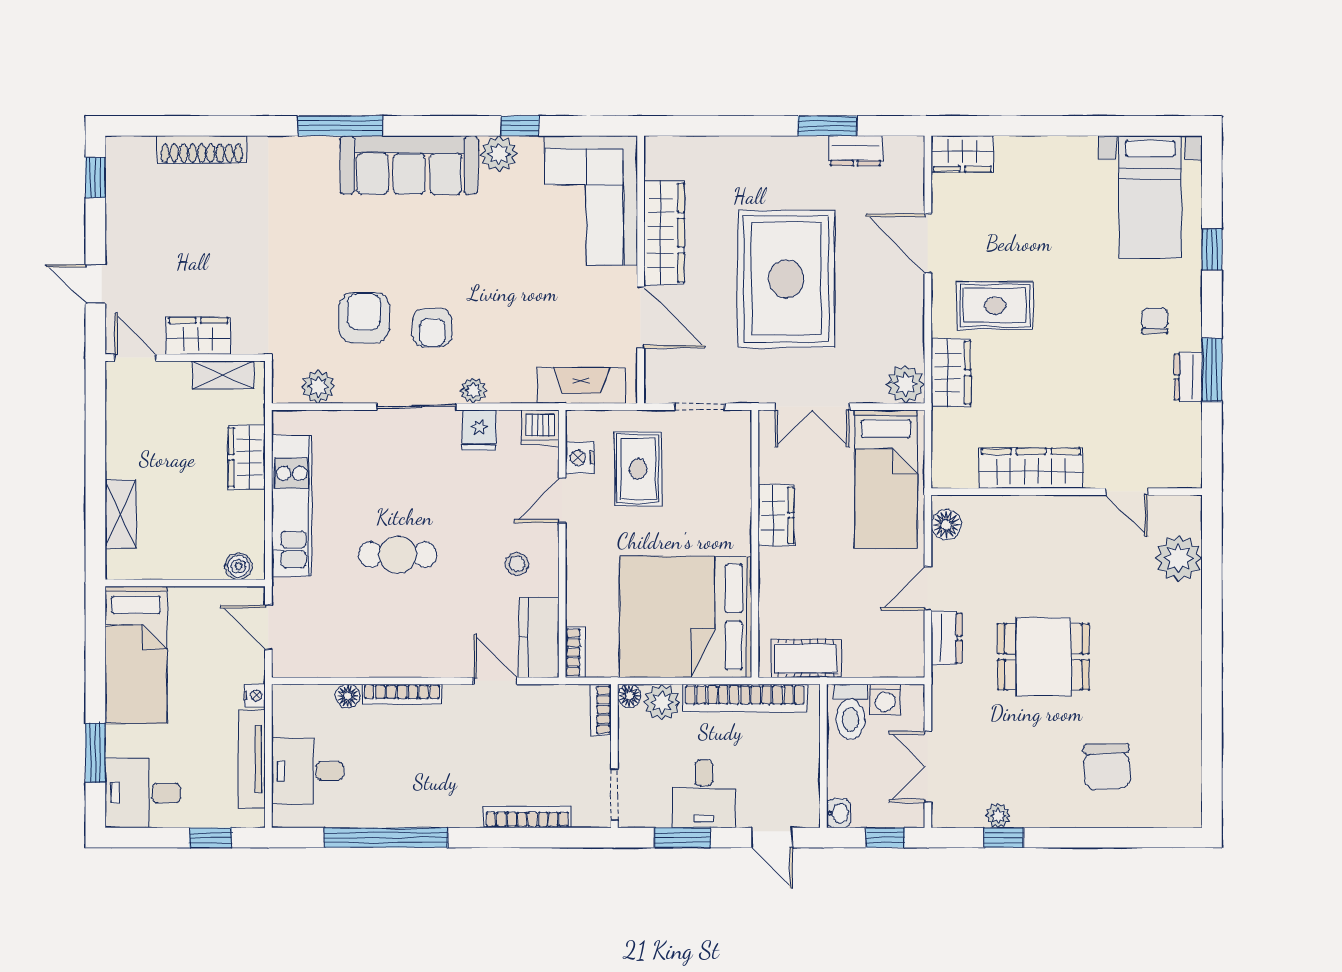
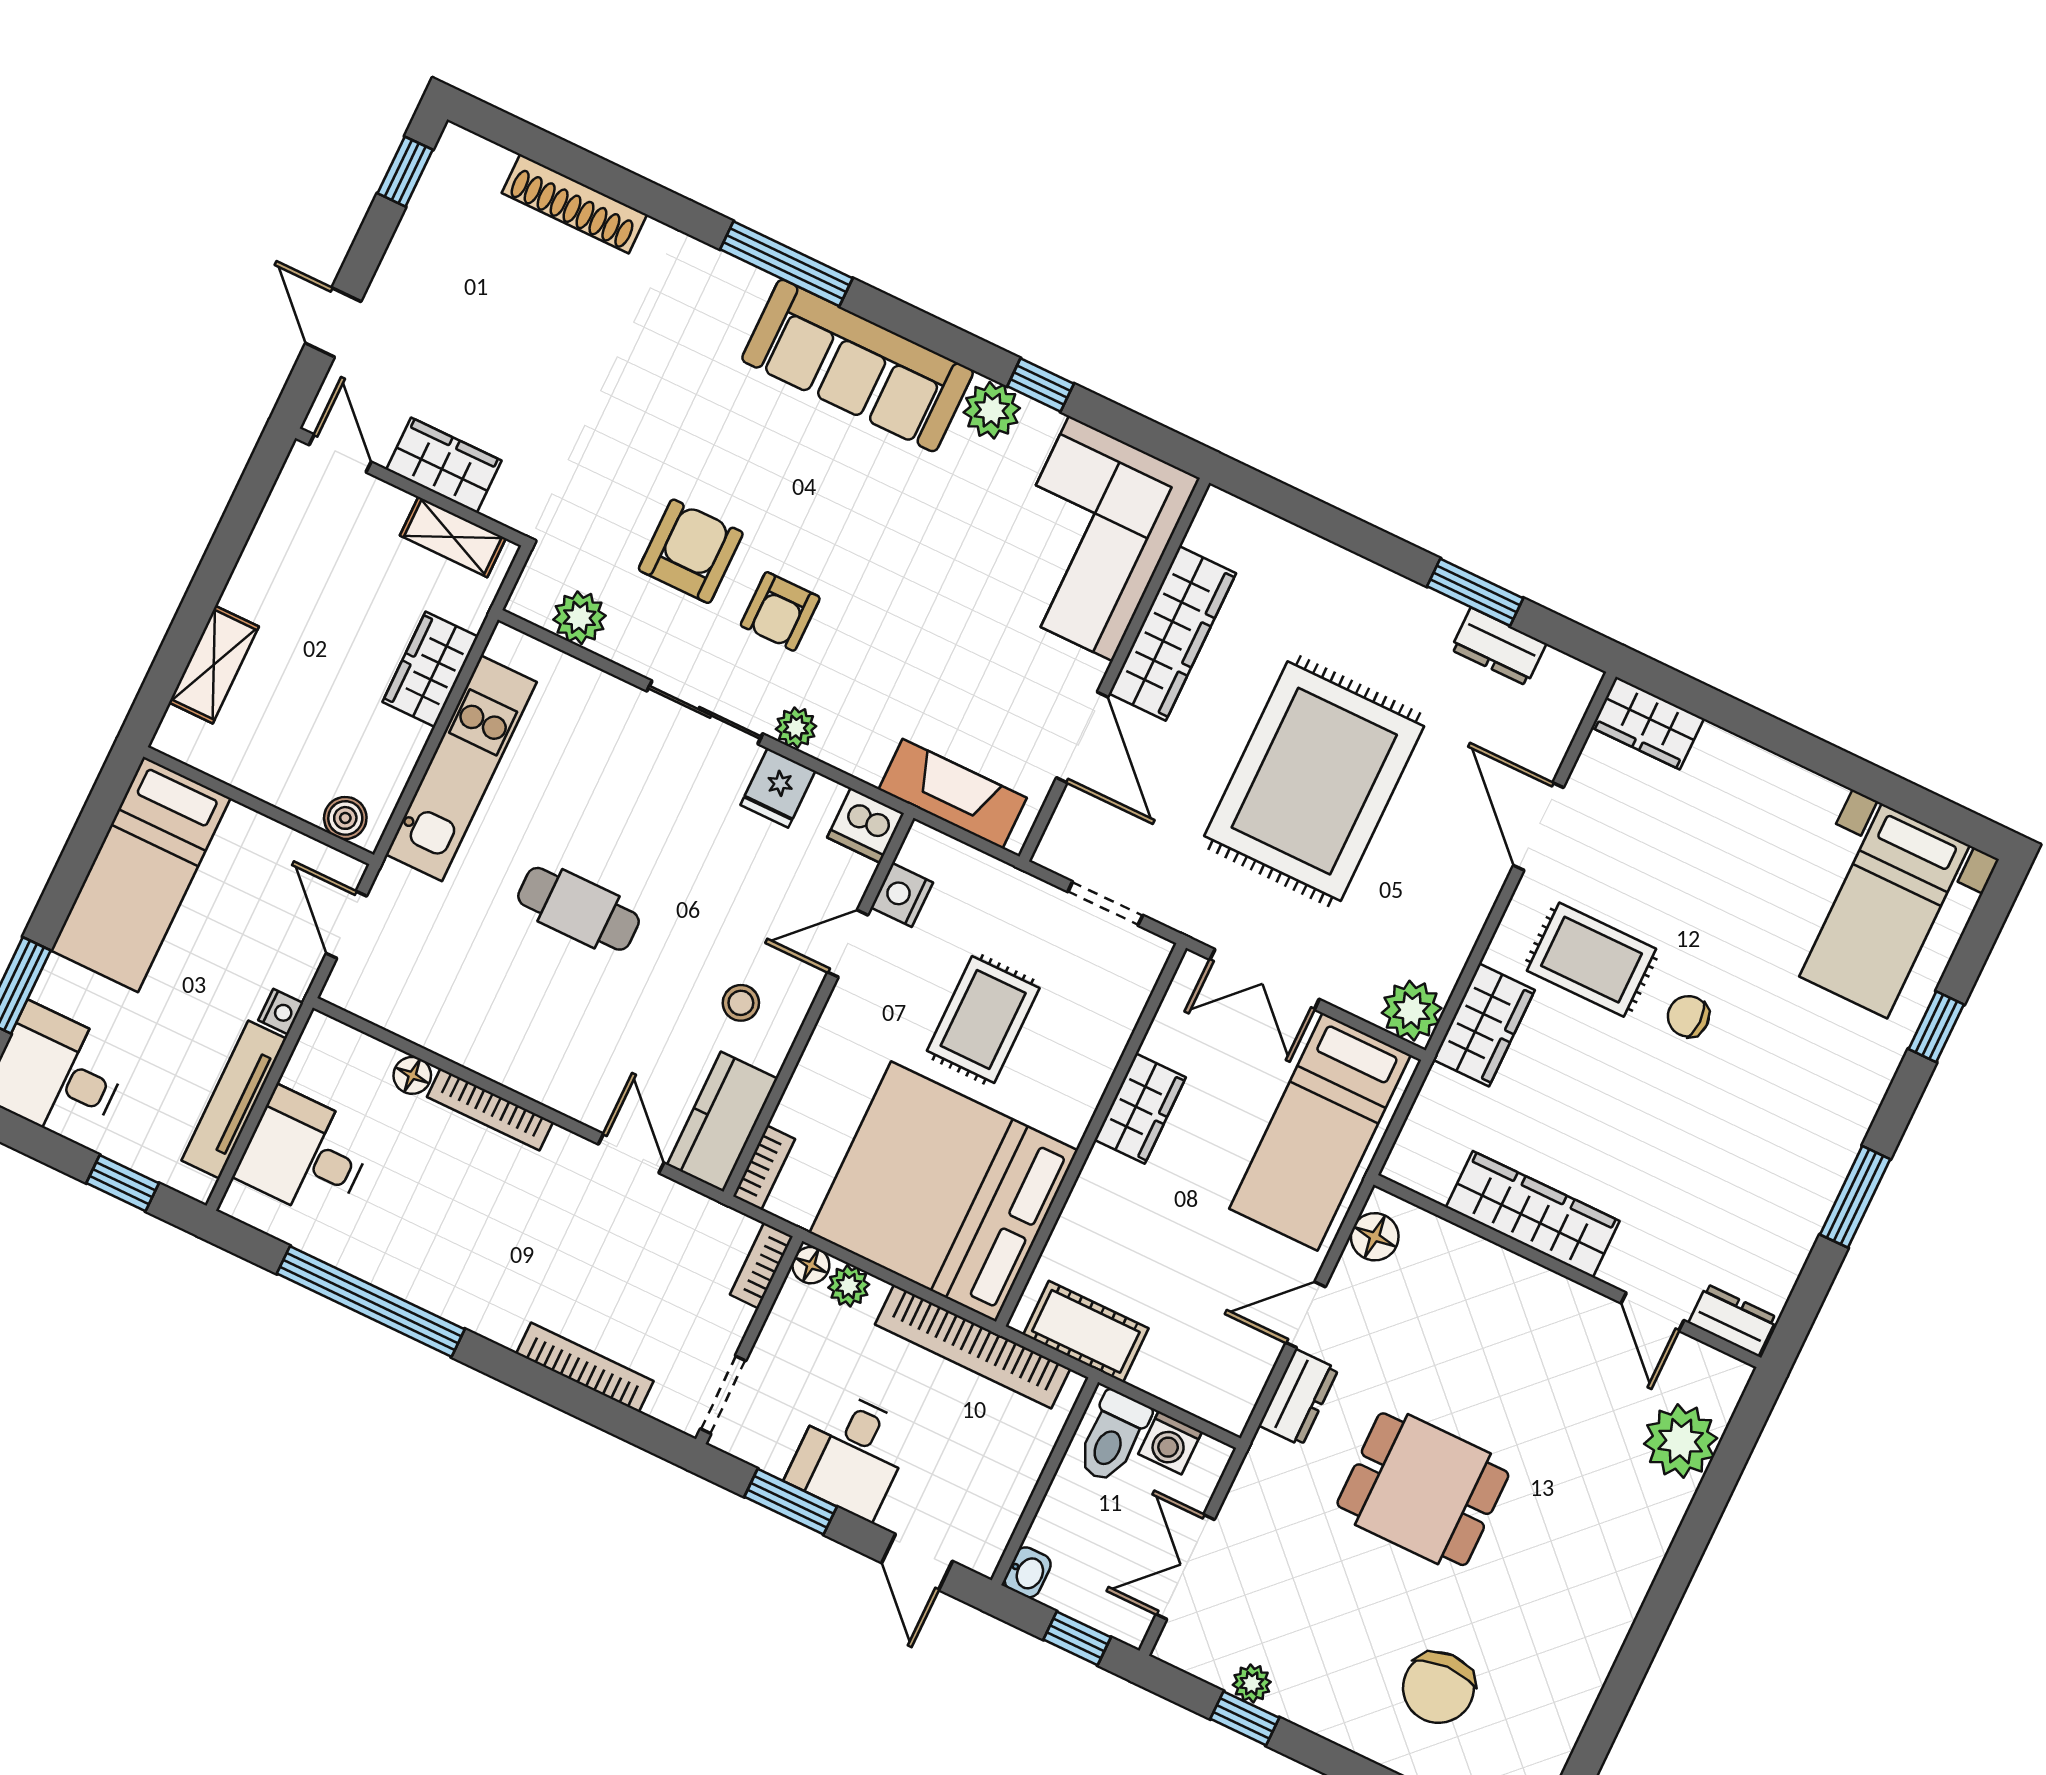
chair: (1155, 321) -> (1688, 1016), moved, turned -90
dresser: (1188, 377) -> (1733, 1320), moved, turned 90
rug: (638, 469) -> (983, 1019), moved
plant: (662, 702) -> (849, 1286), width x0.73, depth x0.73

